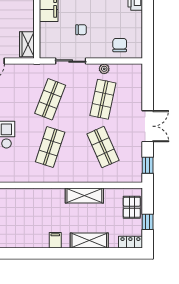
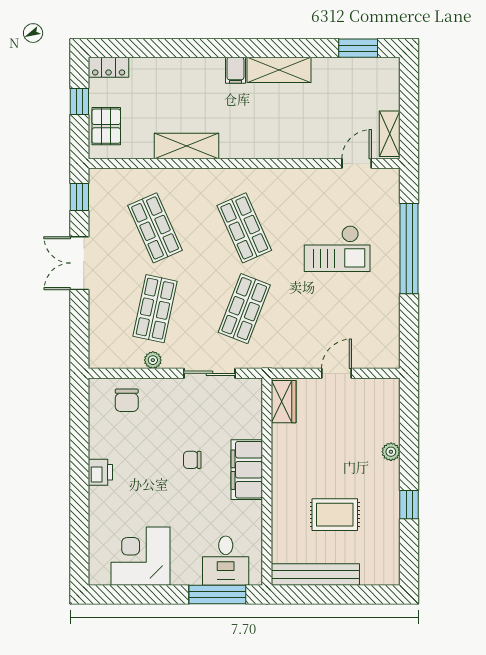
chair: (81, 30) -> (192, 460), moved
shop shelf: (50, 147) -> (244, 228), turned -42
shelving: (89, 241) -> (279, 70), moved

